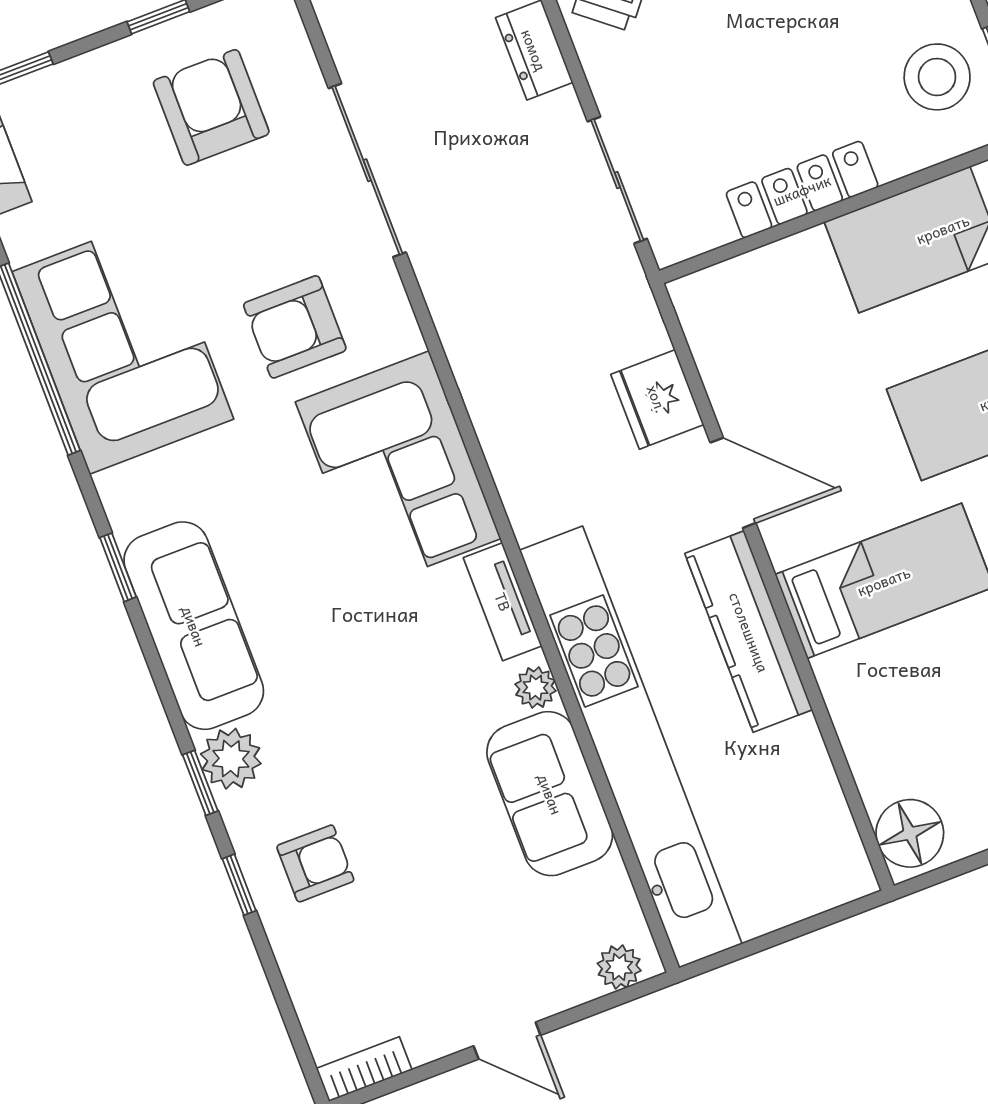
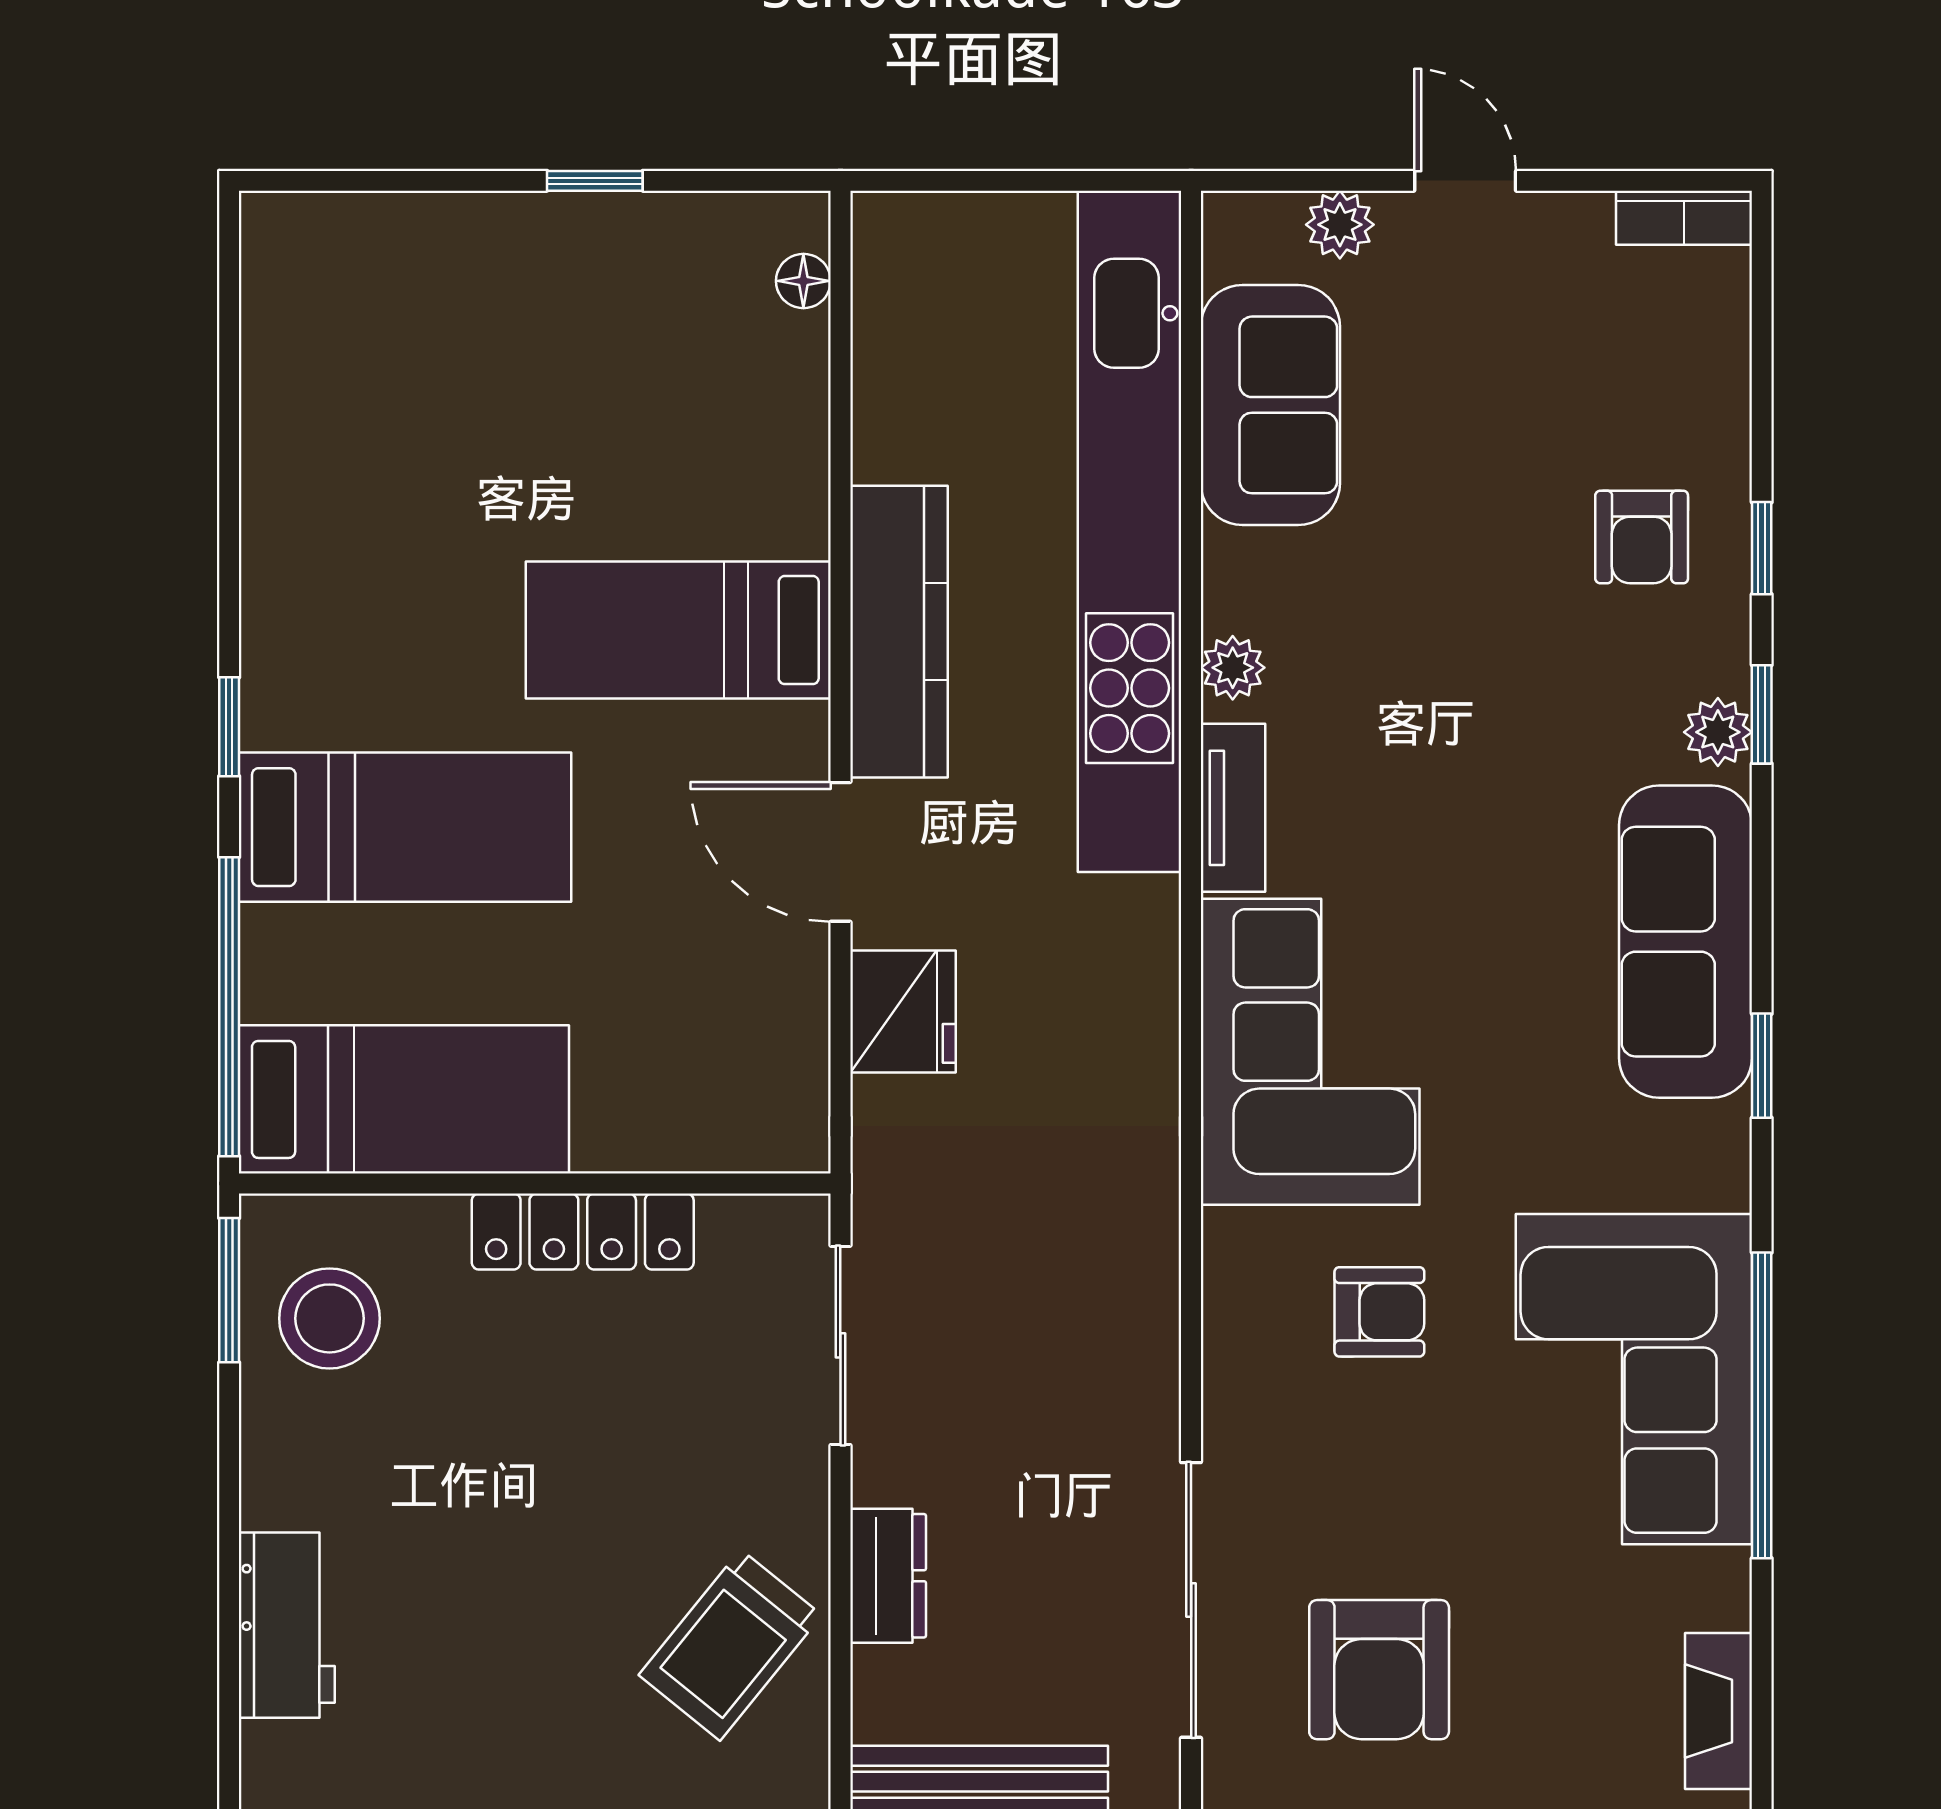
sliding door: (367, 170) -> (1191, 1600), moved
armchair: (295, 327) -> (1379, 1312), width x0.72, depth x0.72
plant: (231, 759) -> (1718, 732), width x0.73, depth x0.73
sofa: (550, 794) -> (1270, 405), moved
floor lamp: (910, 833) -> (803, 281), width x0.53, depth x0.53
armchair: (315, 863) -> (1642, 537), turned -90
plant: (619, 967) -> (1340, 225), moved

